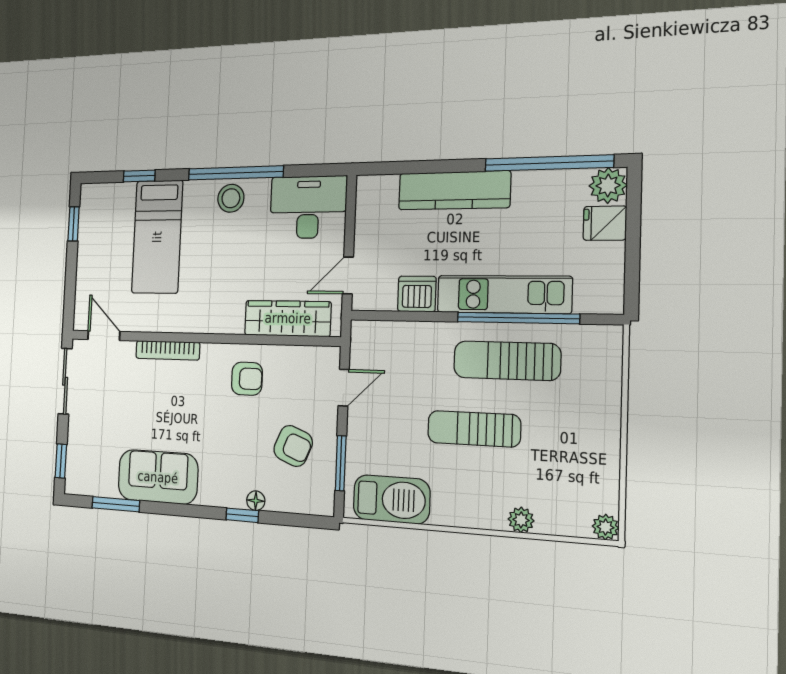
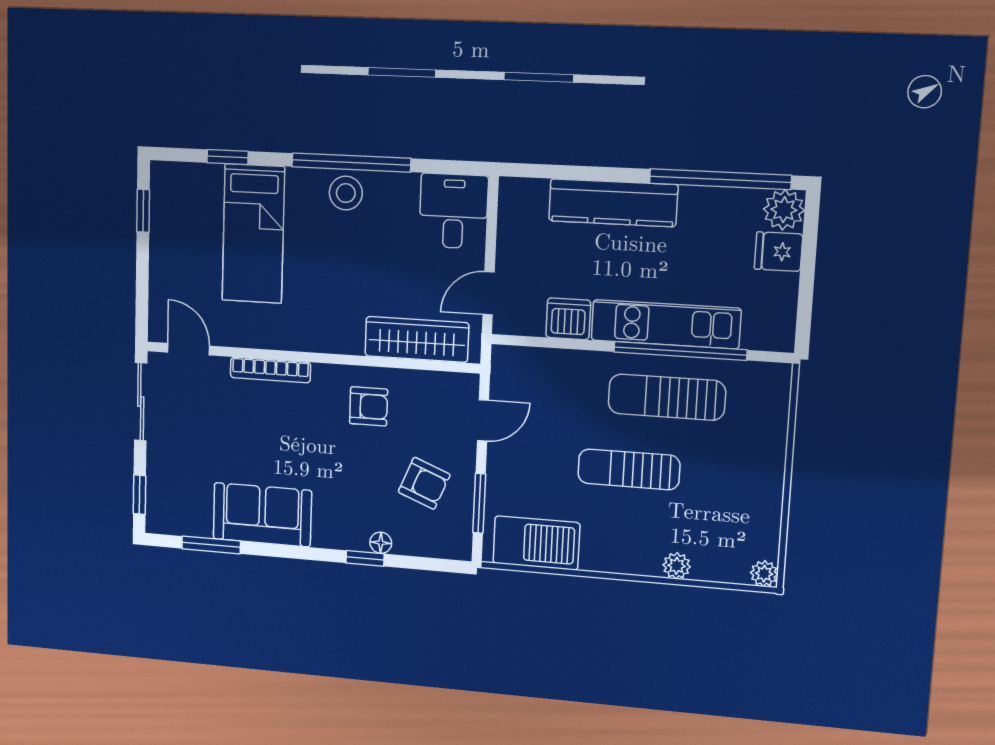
desk: (308, 207) -> (453, 211), width x0.73

